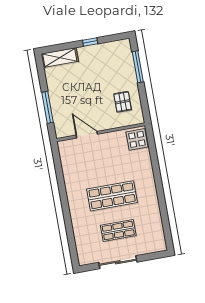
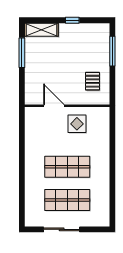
window: (48, 107) -> (22, 53), moved
display table: (137, 139) -> (77, 124), moved
shop shelf: (118, 230) -> (67, 200), width x1.43, depth x1.36

